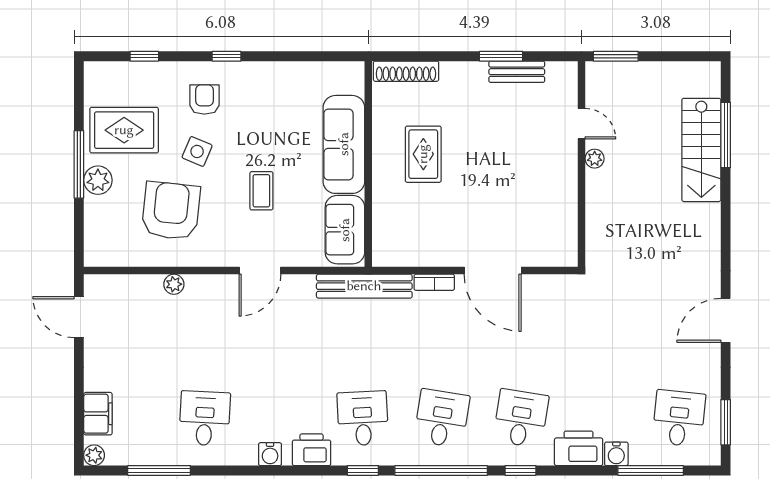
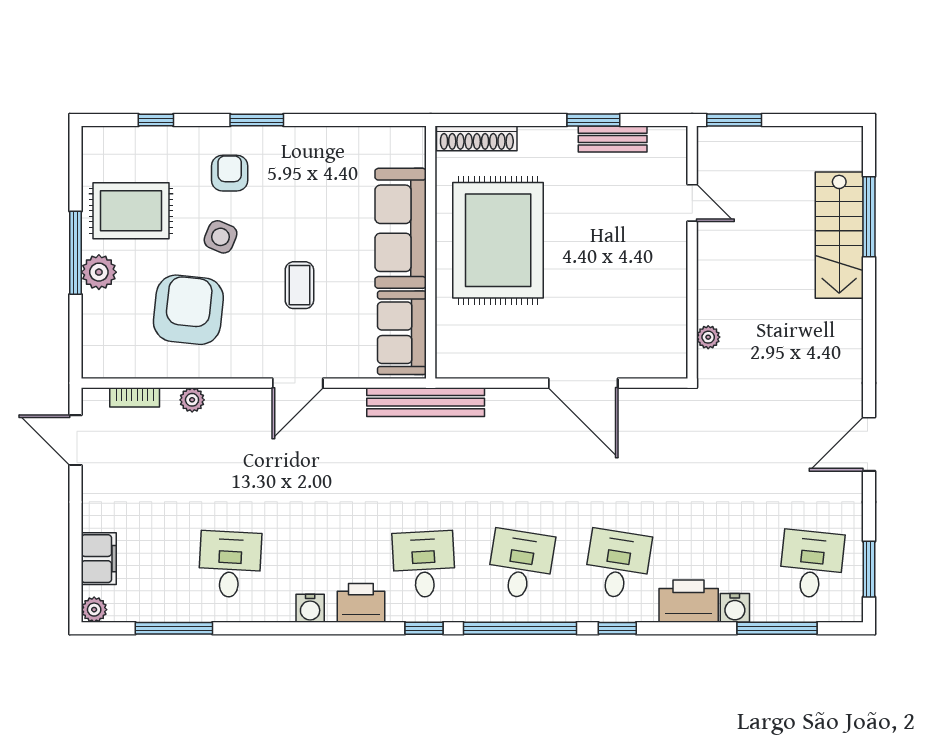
window: (227, 56) -> (257, 120), width x1.50
rug: (423, 154) -> (498, 240), width x1.86, depth x2.06
plant: (595, 159) -> (708, 337), moved
bookcase: (434, 282) -> (135, 397), moved

